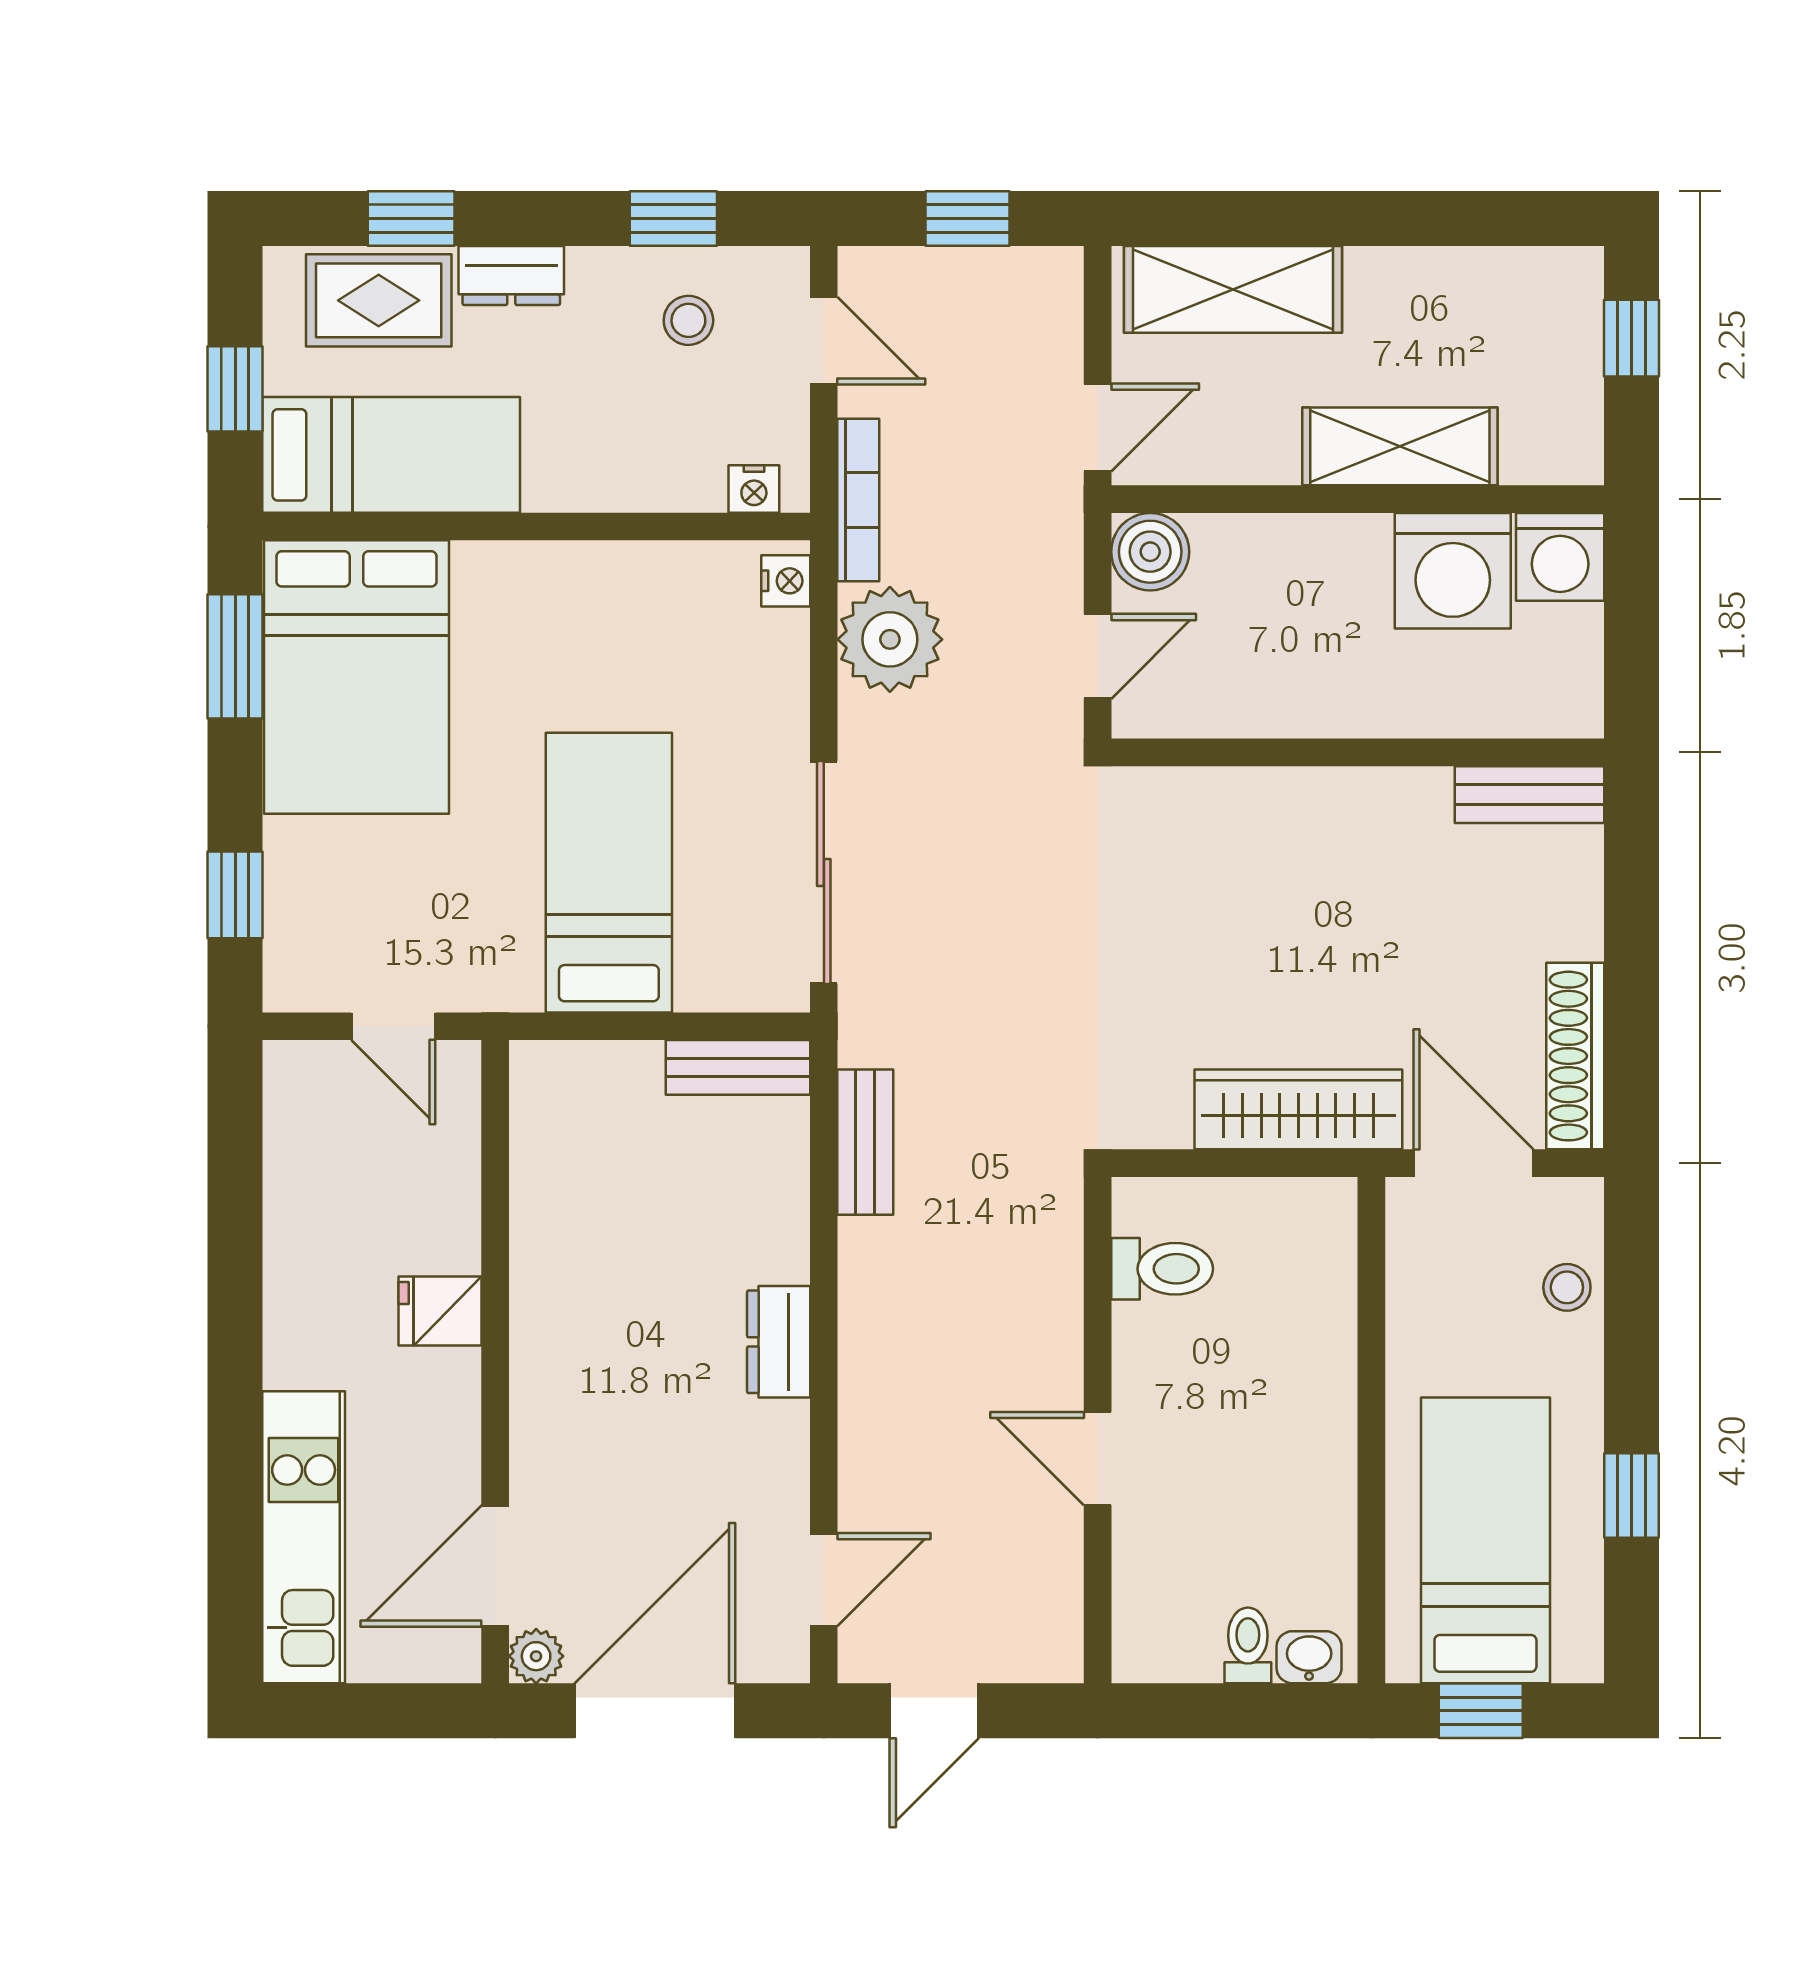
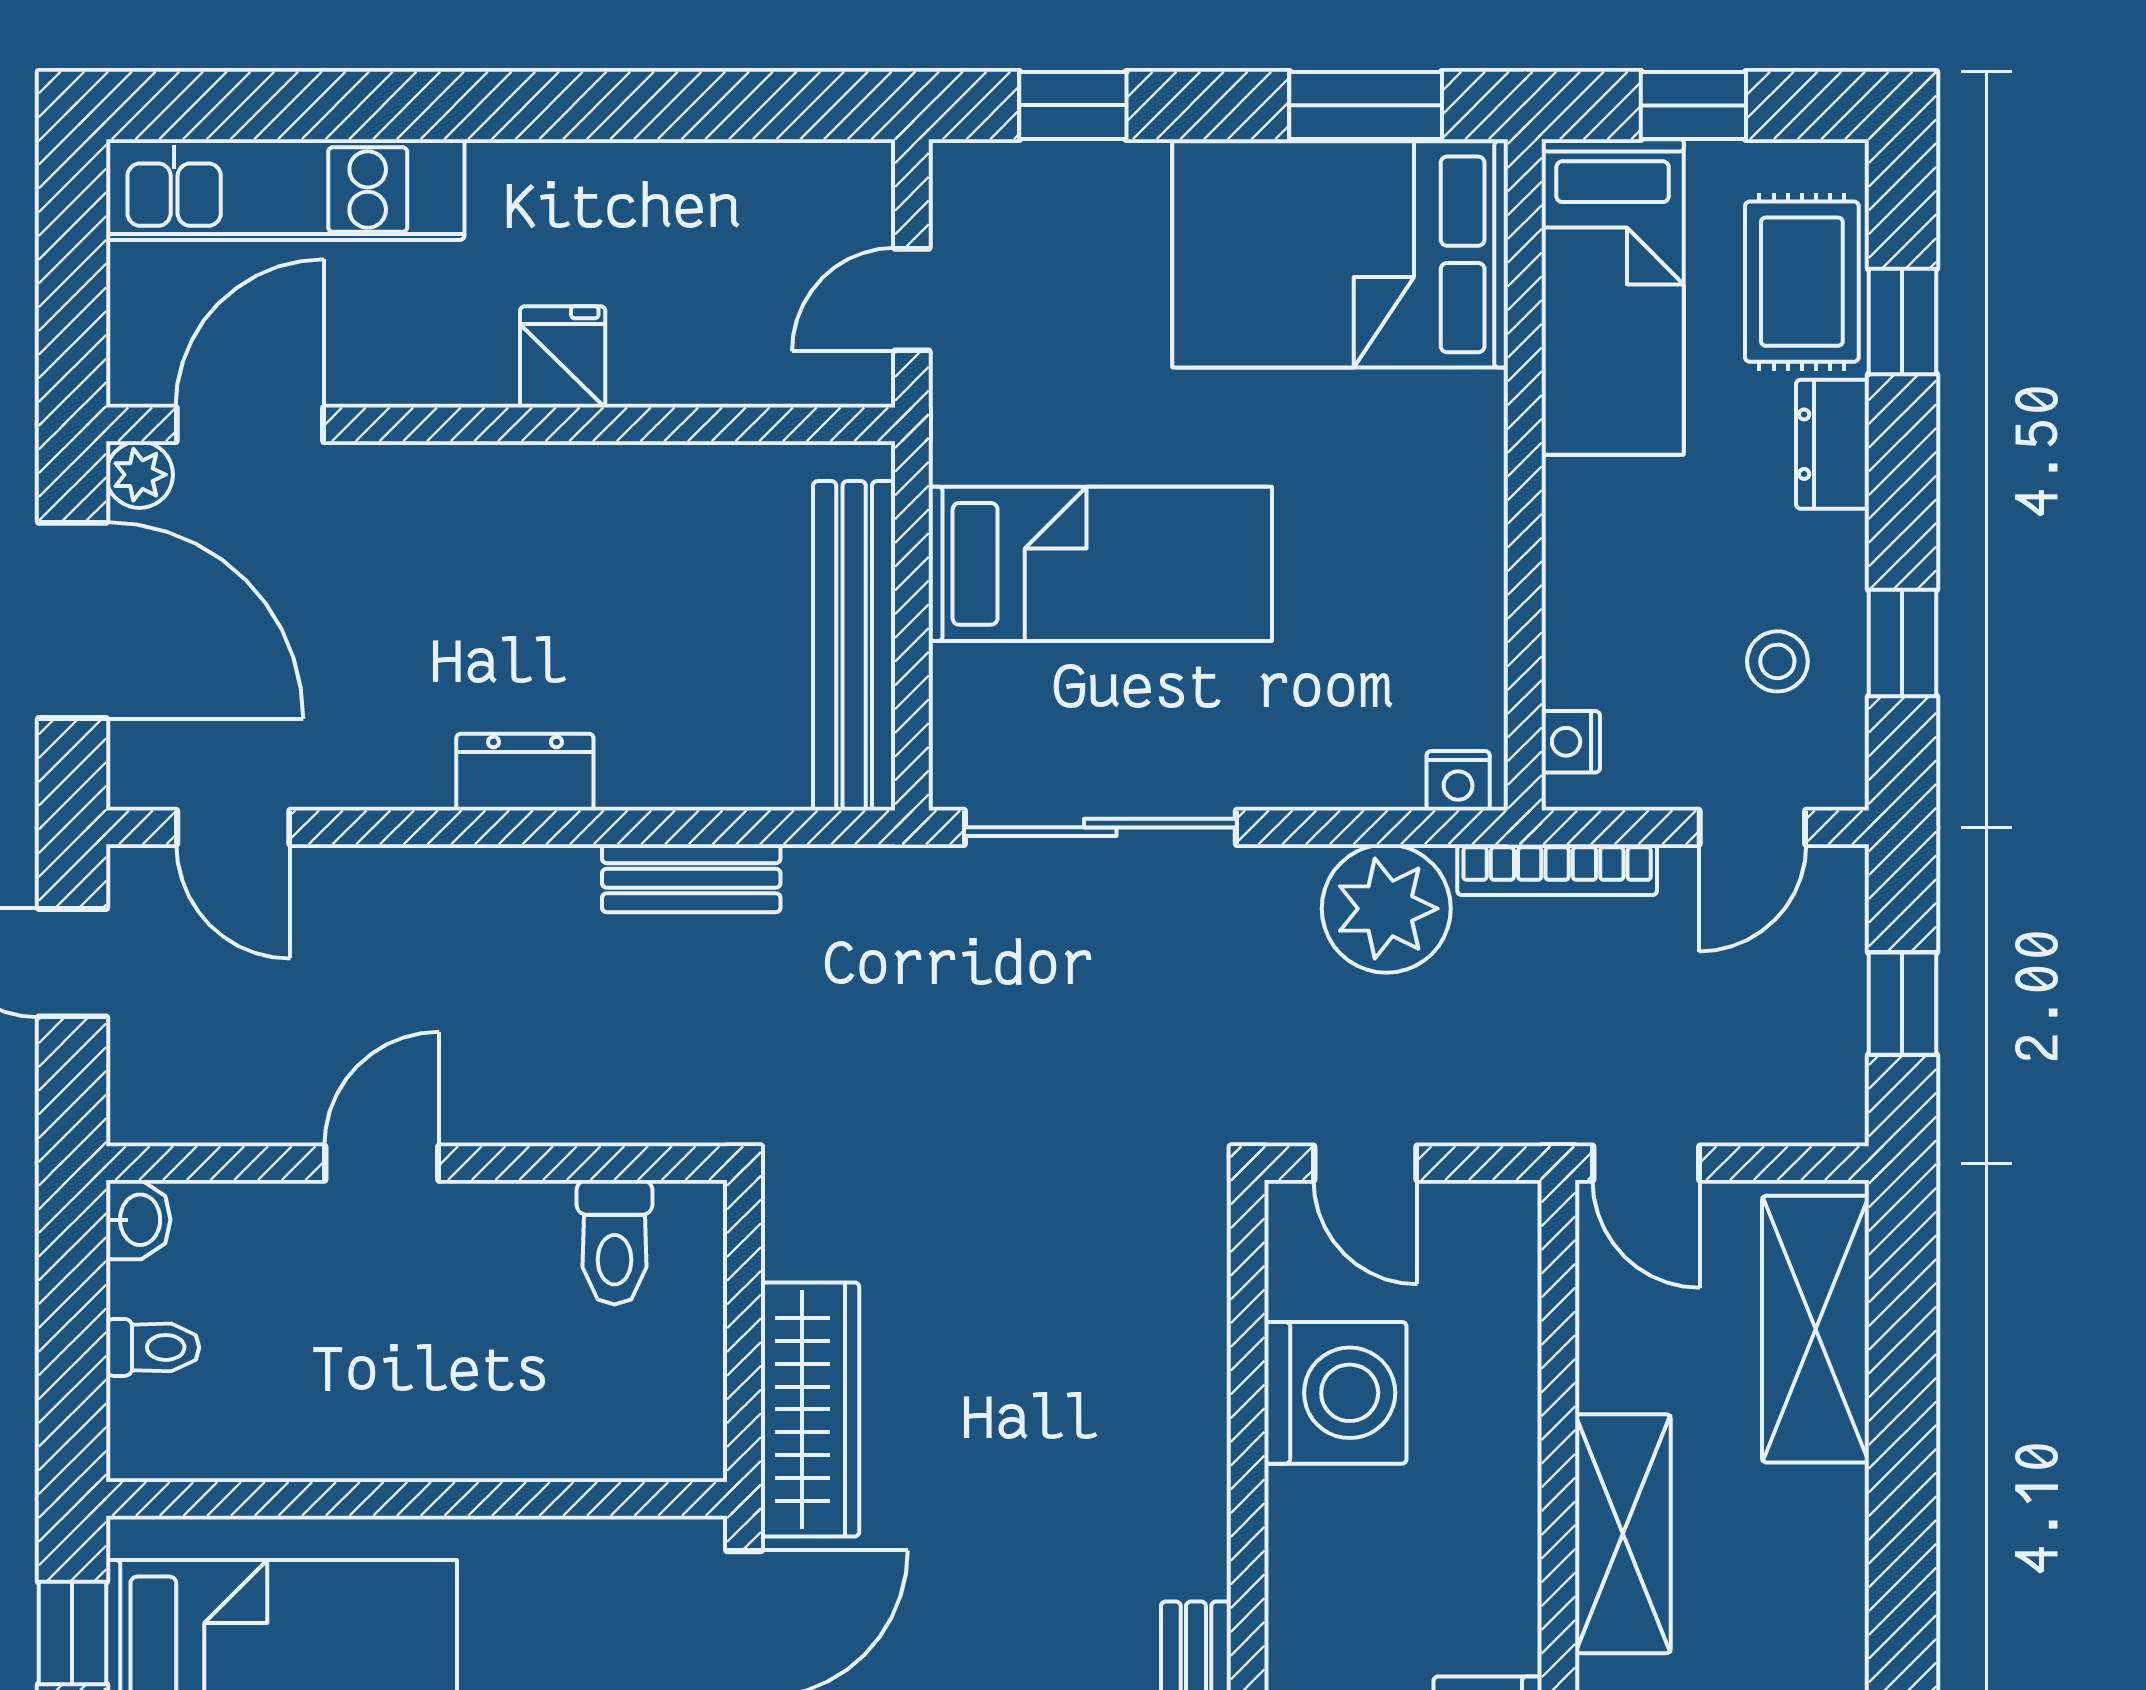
boiler: (1150, 552) -> (1494, 1228), removed
washing machine: (1453, 571) -> (1335, 1393), moved, turned 180
bench: (738, 1067) -> (854, 646), width x1.86, depth x1.21
bench: (865, 1142) -> (691, 878), moved
door: (495, 1566) -> (250, 424), hinge flipped
washbasin: (1309, 1657) -> (138, 1220), moved

